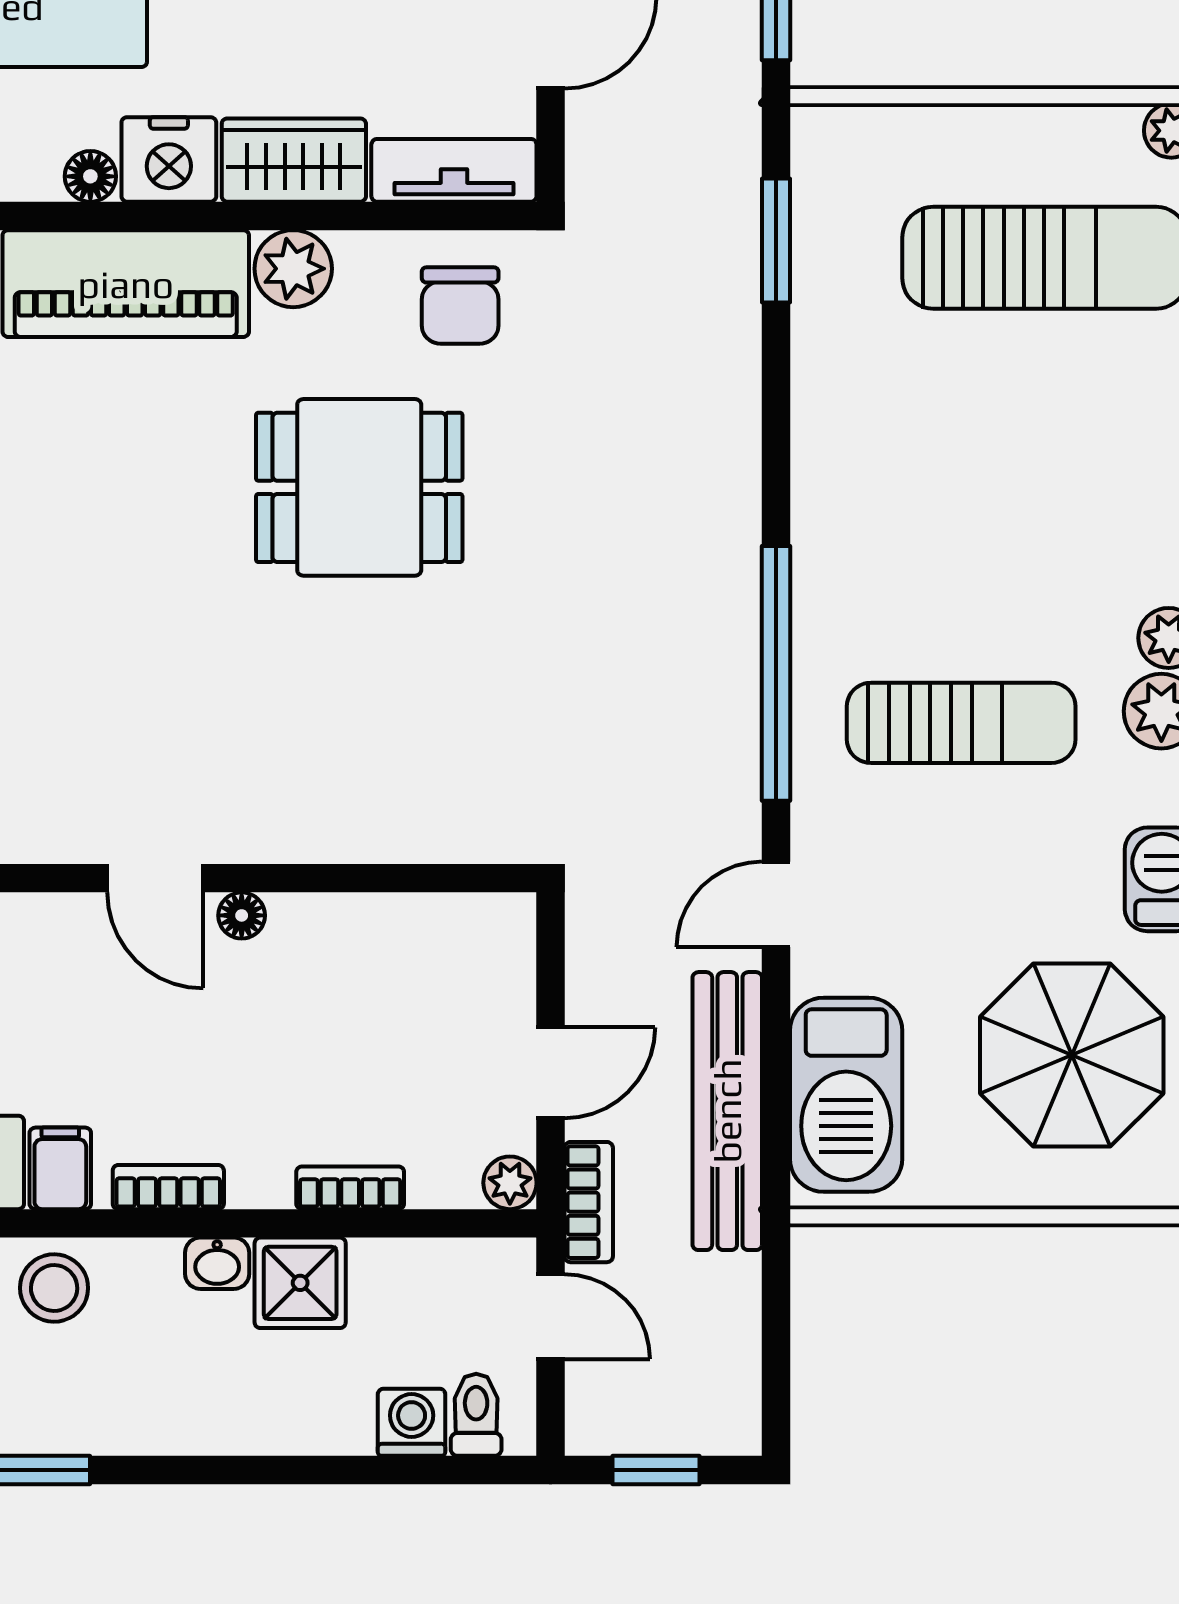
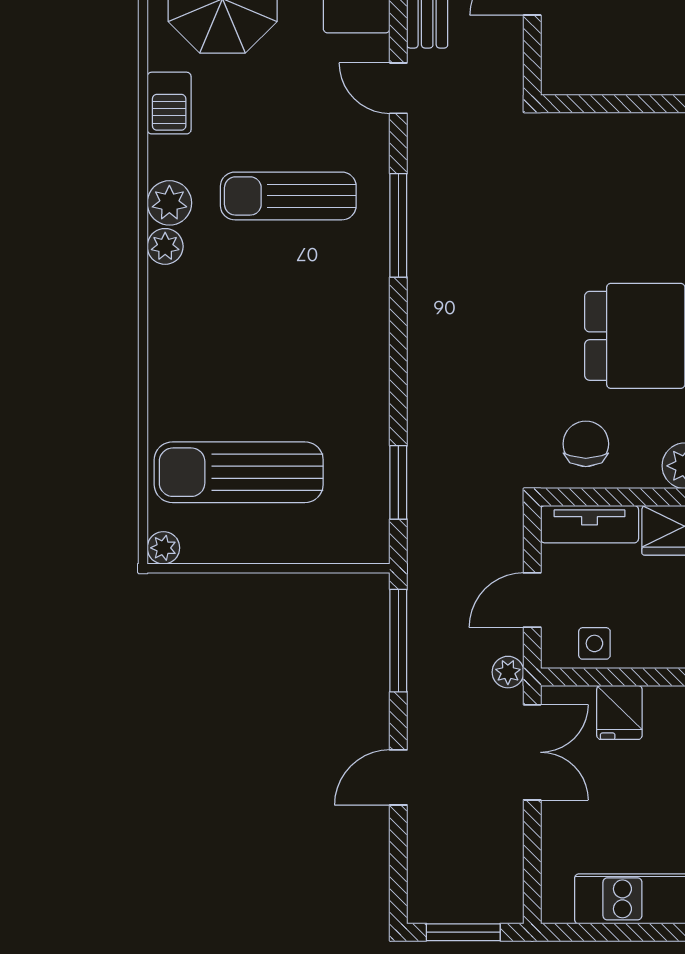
window: (776, 673) -> (398, 225), width x0.68
door: (776, 904) -> (398, 88), swing flipped

